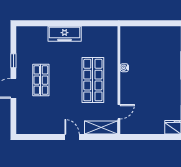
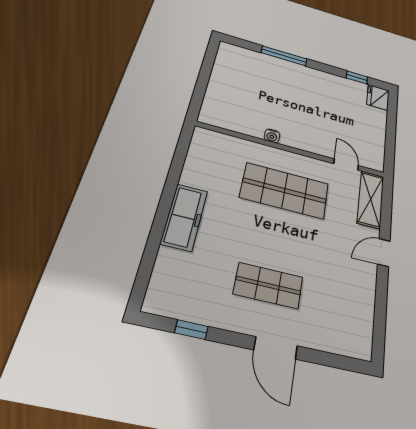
window: (13, 61) -> (191, 330), moved

